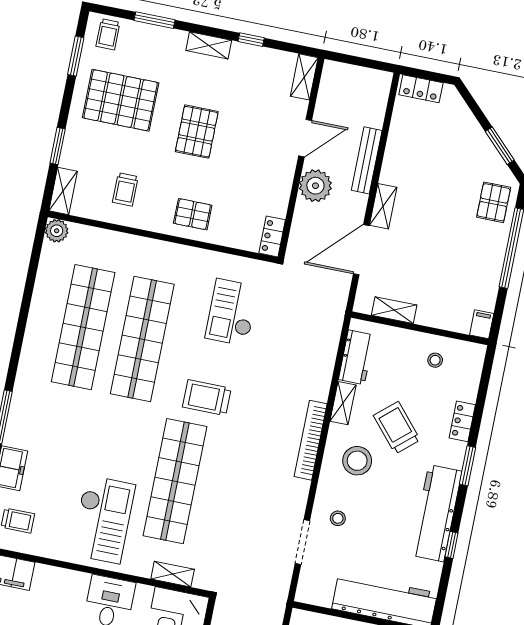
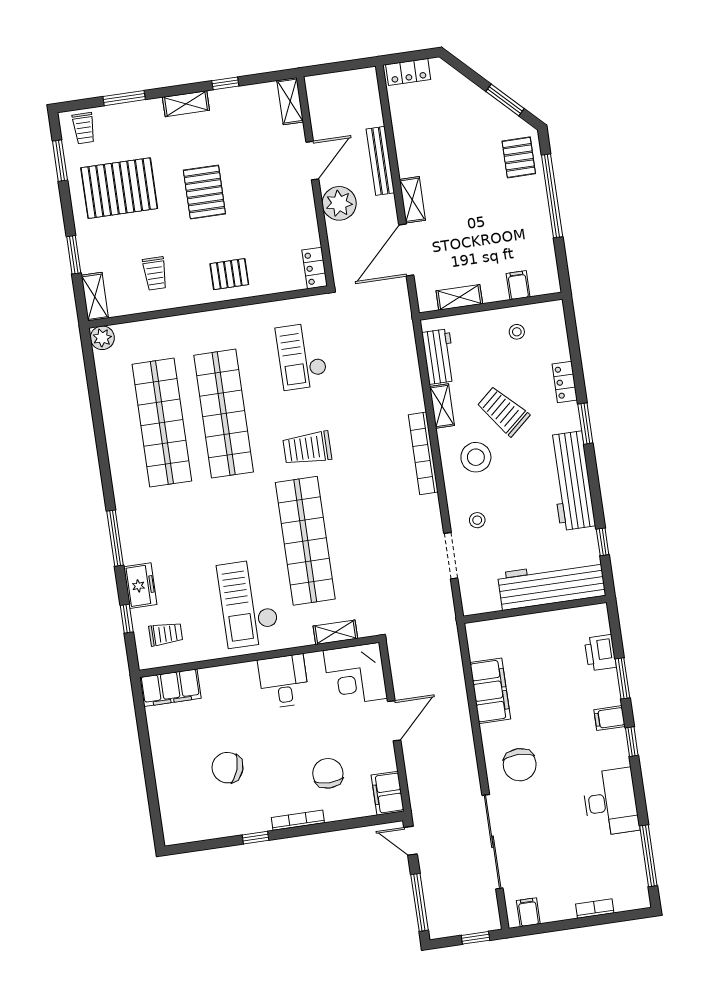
filing cabinet: (482, 324) -> (518, 285), moved
checkout: (103, 519) -> (248, 603), turned 180
window: (452, 545) -> (603, 542), moved

